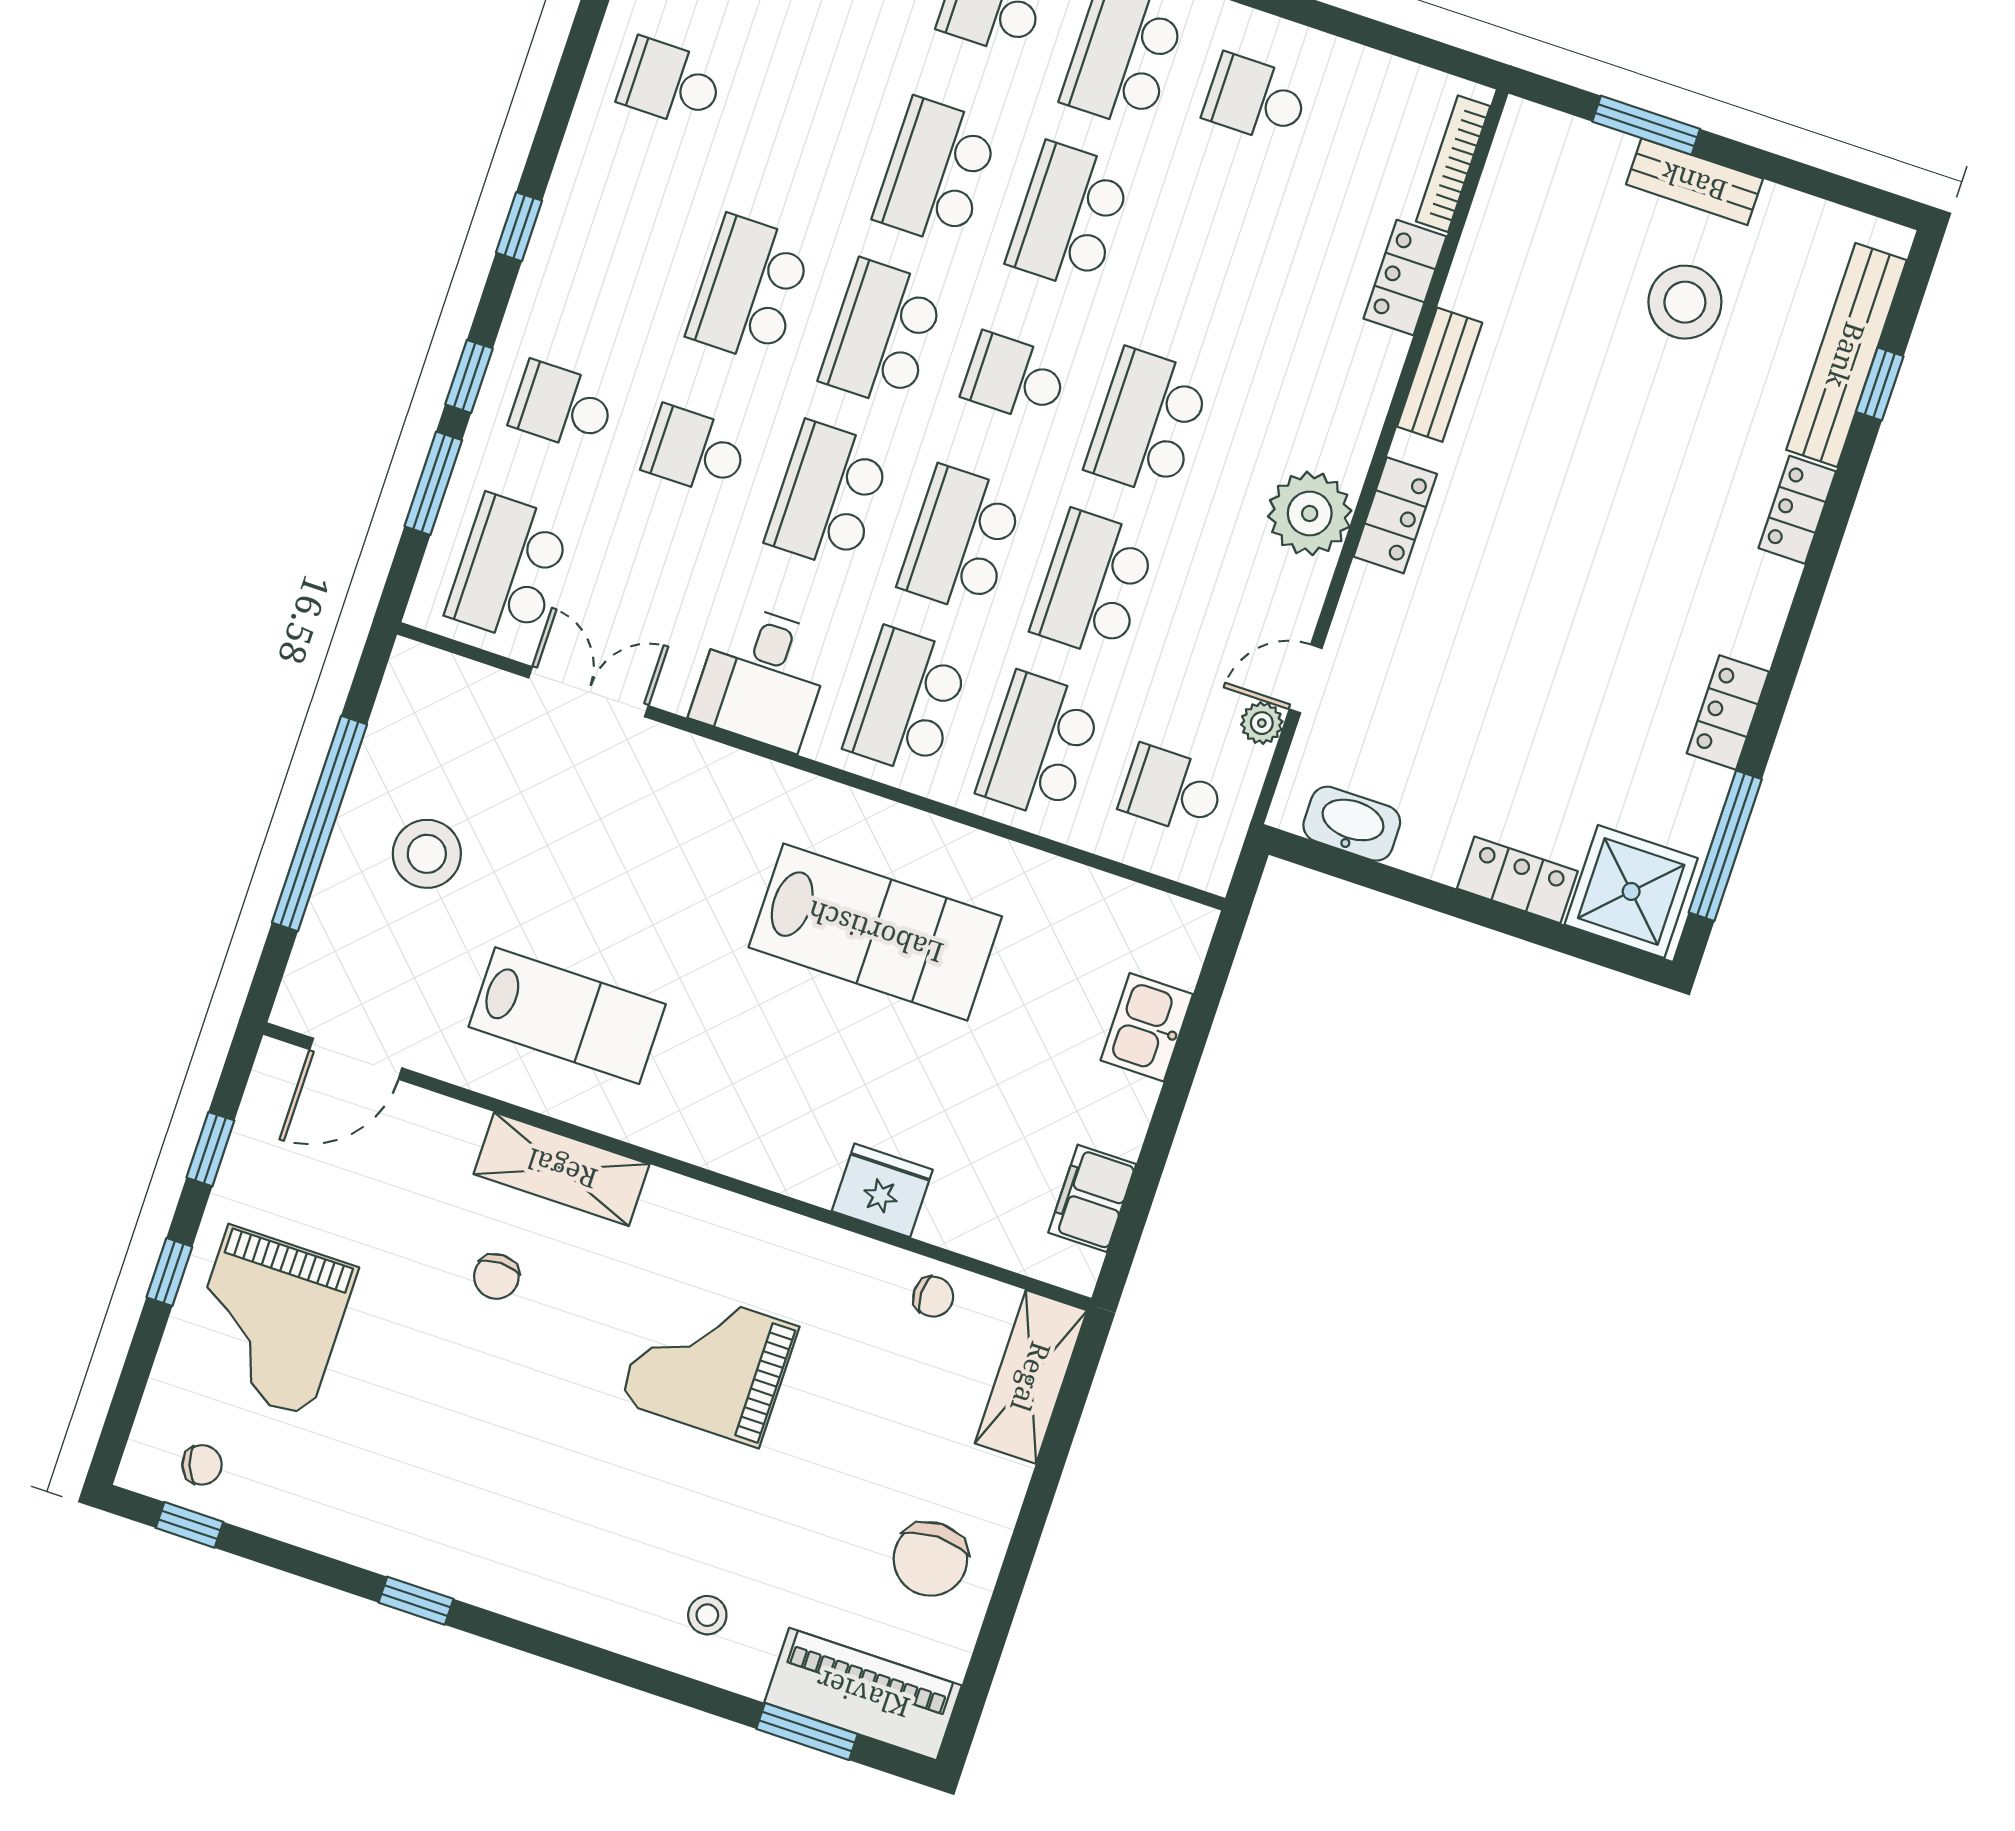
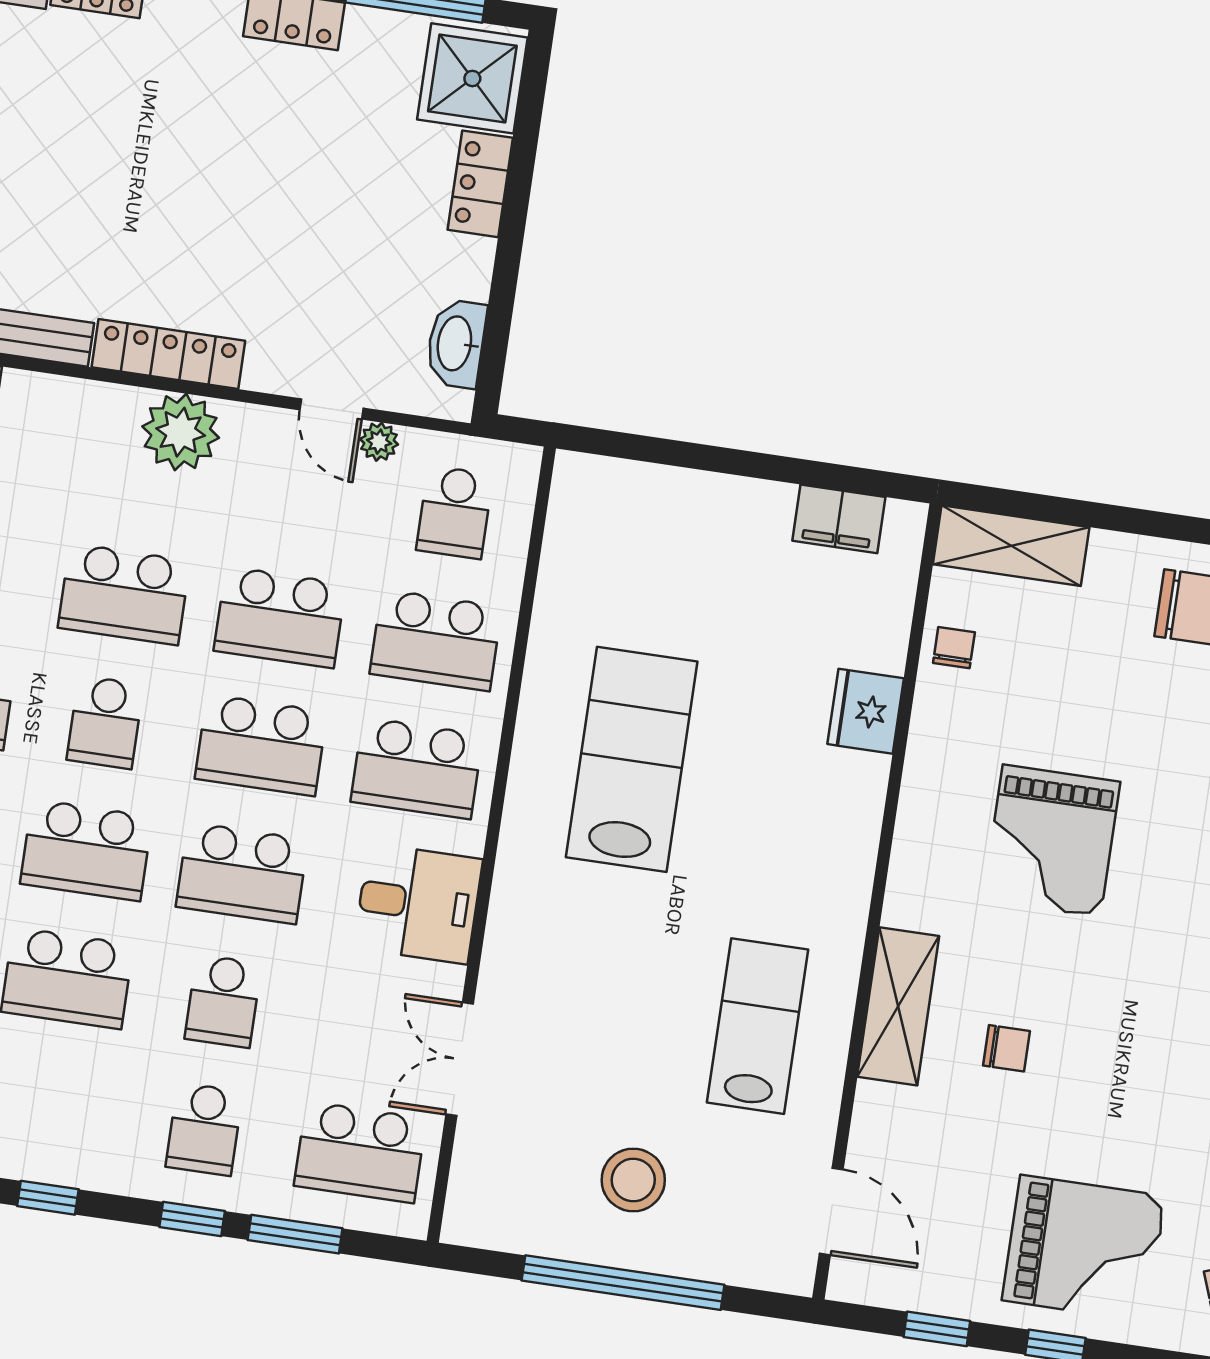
locker: (1395, 515) -> (168, 354), width x1.53
kitchen sink: (1147, 1027) -> (674, 497), removed

